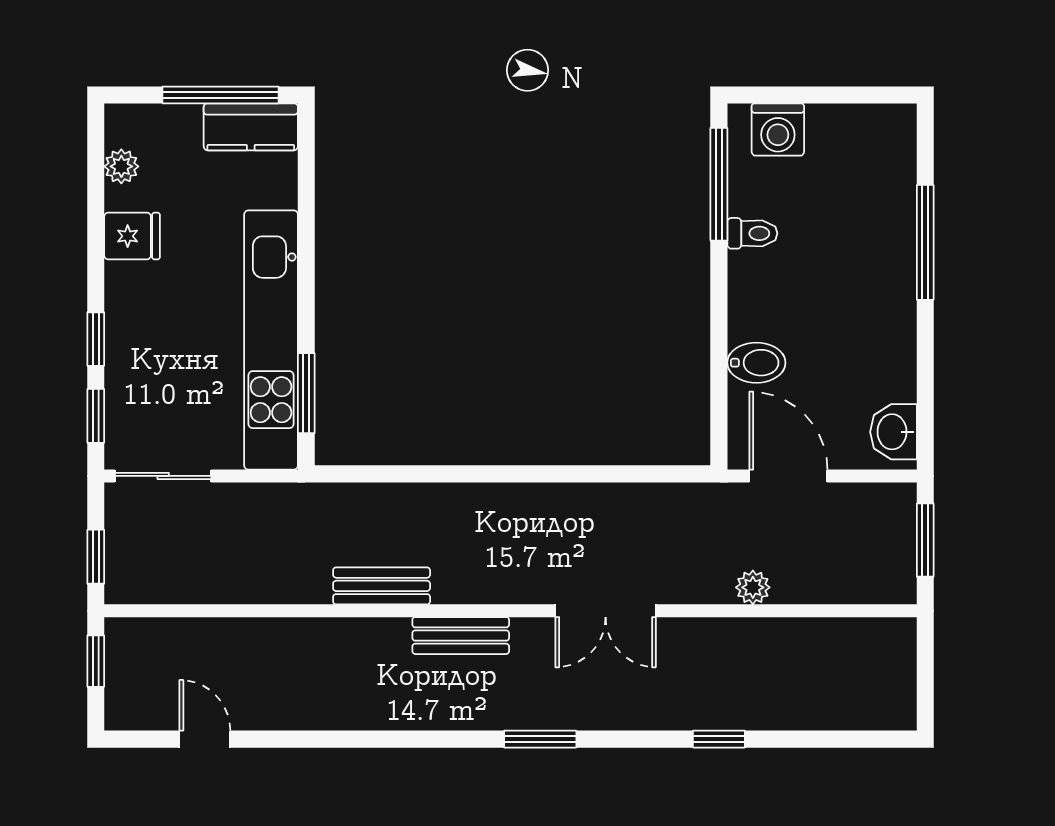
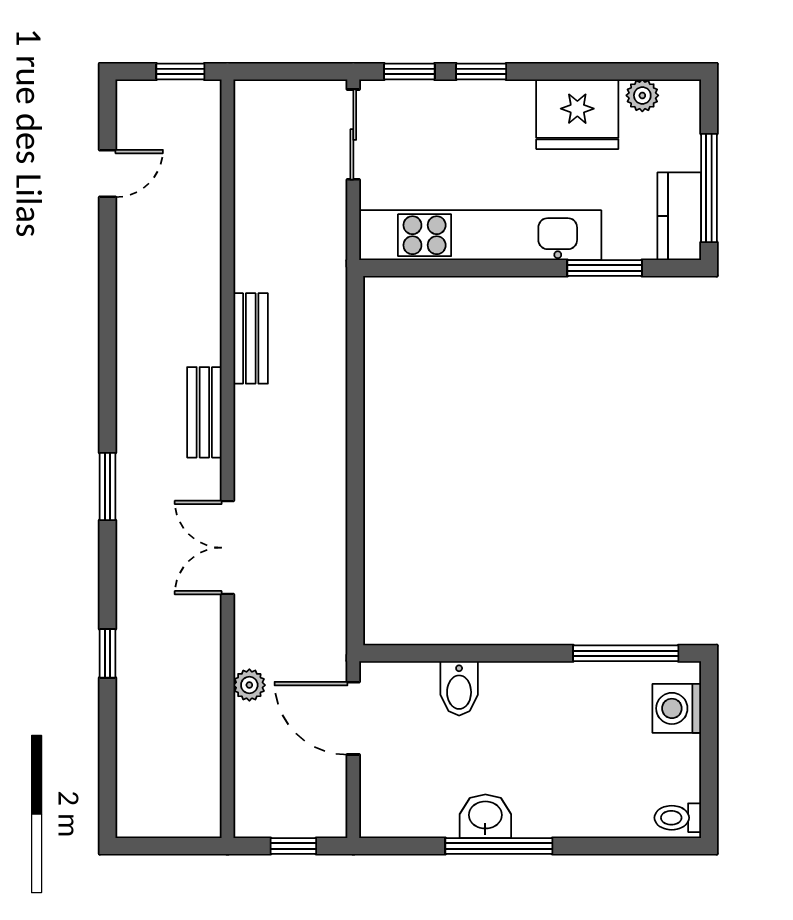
toilet: (752, 233) -> (678, 818), moved, turned 90
fridge: (132, 236) -> (577, 114), width x1.88, depth x1.34
window: (925, 242) -> (499, 846), moved
window: (306, 393) -> (605, 268), moved
washbasin: (893, 432) -> (485, 816), moved
door: (788, 476) -> (353, 718), swing flipped
window: (925, 540) -> (293, 846), width x0.67
window: (96, 557) -> (278, 72), removed

